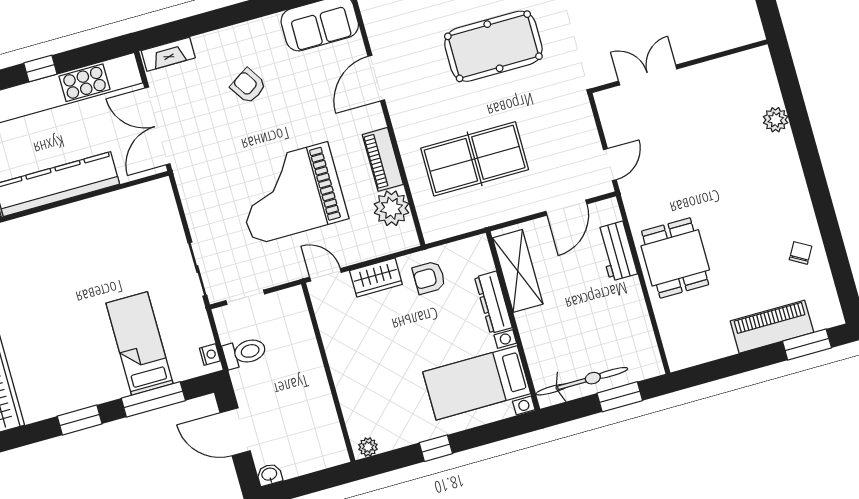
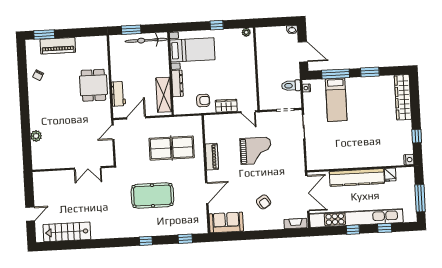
grand piano: (290, 193) -> (256, 151), width x0.73, depth x0.68
plant: (391, 208) -> (213, 134), removed

